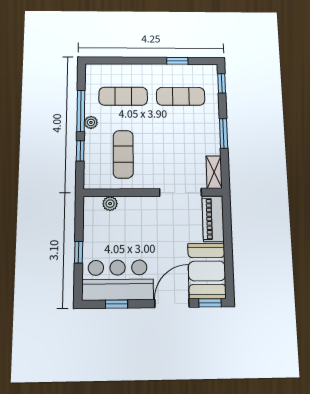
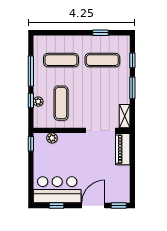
window: (222, 83) -> (132, 60), moved
plant: (91, 122) -> (38, 101), moved
window: (79, 252) -> (31, 144), moved
booth: (207, 271) -> (117, 184), removed

